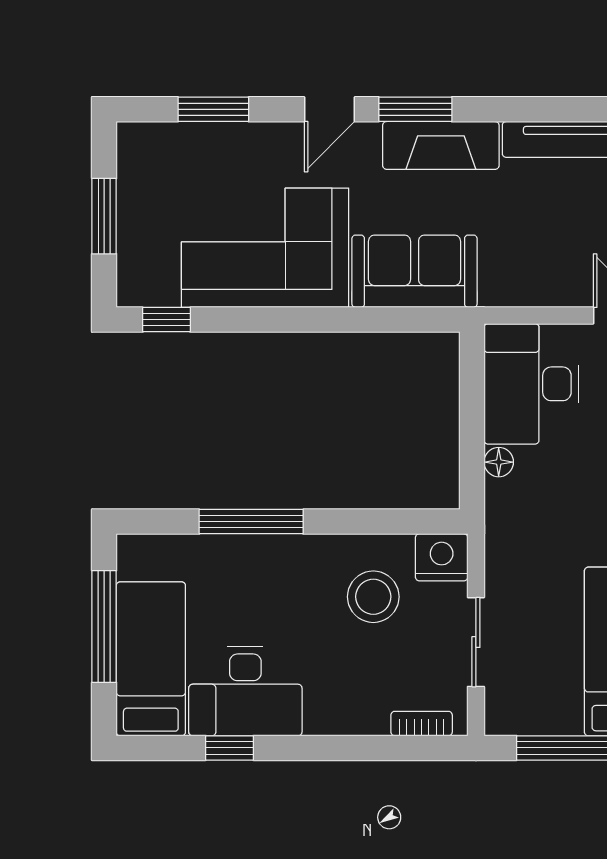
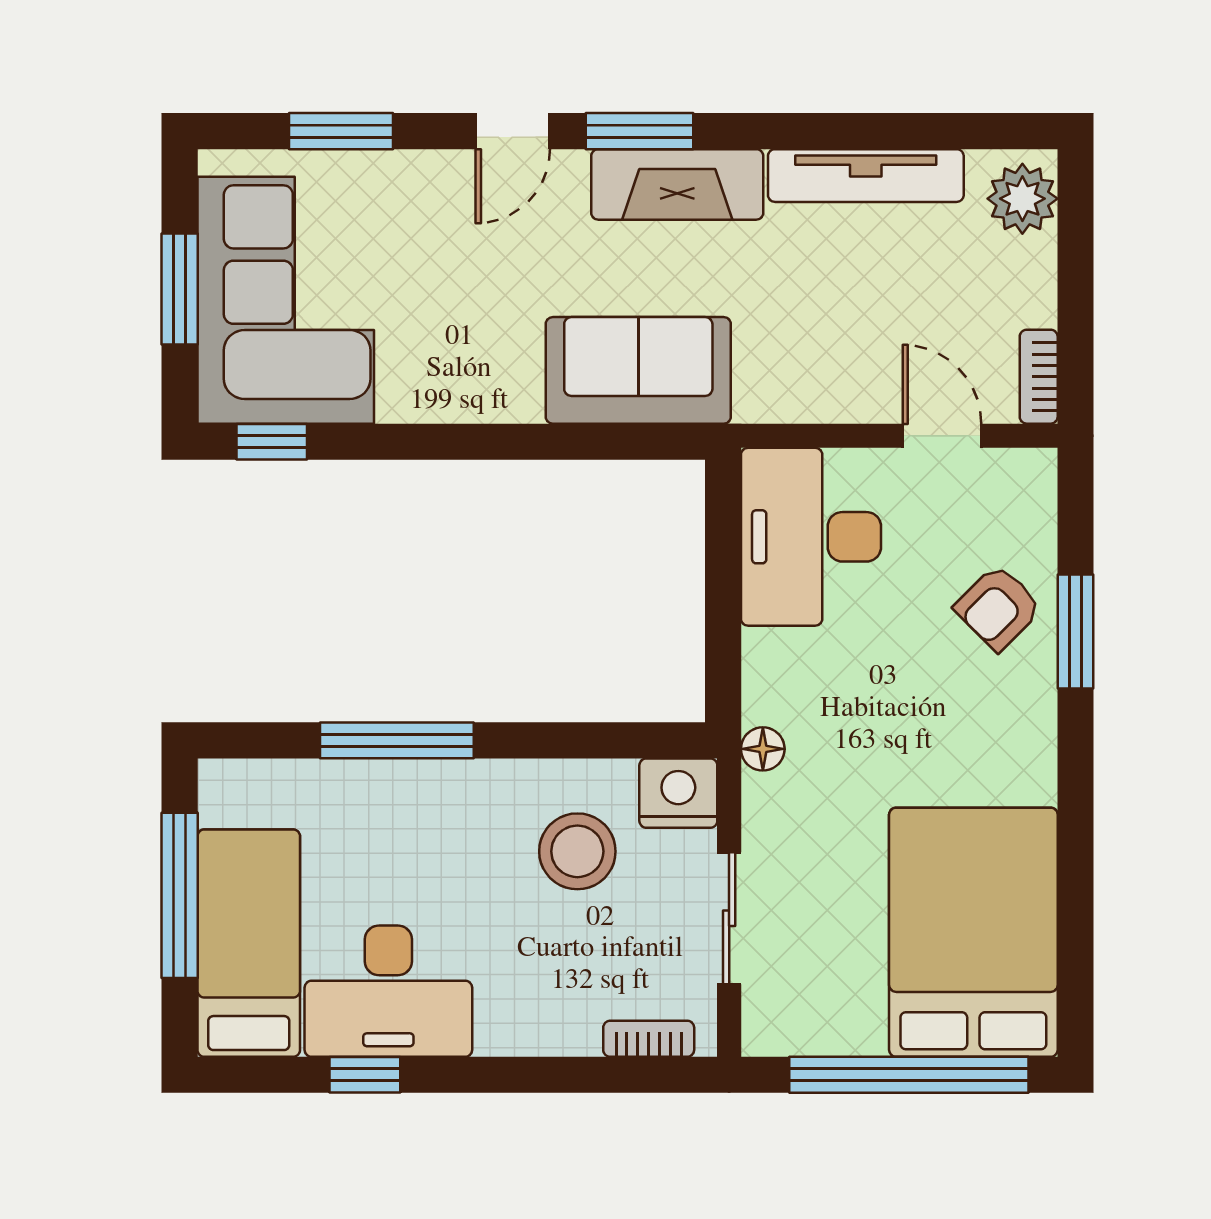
corner sofa: (265, 248) -> (286, 300), moved, turned 90
floor lamp: (499, 462) -> (763, 749), moved

